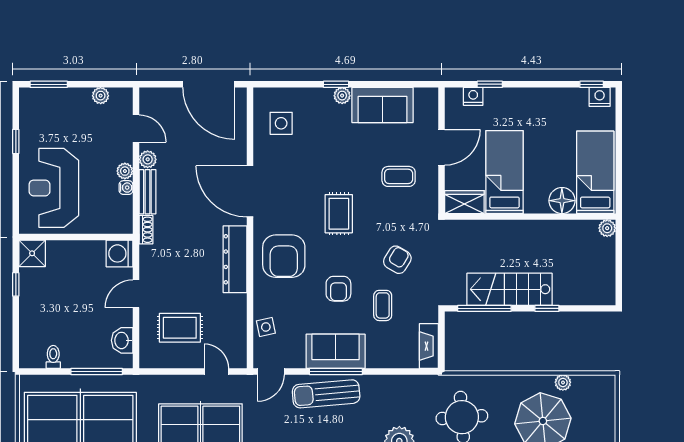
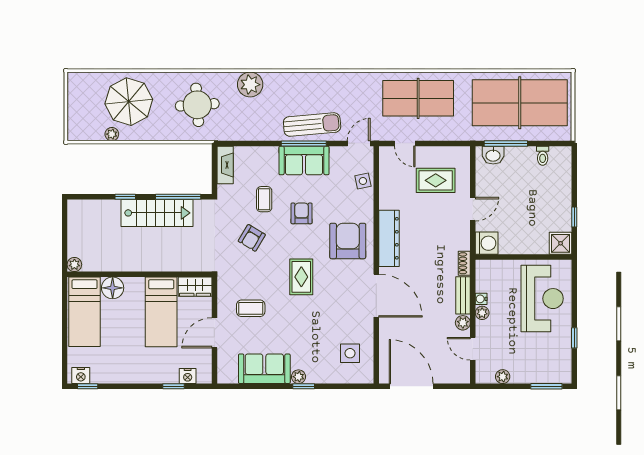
washbasin: (122, 340) -> (493, 155), moved, turned 90

